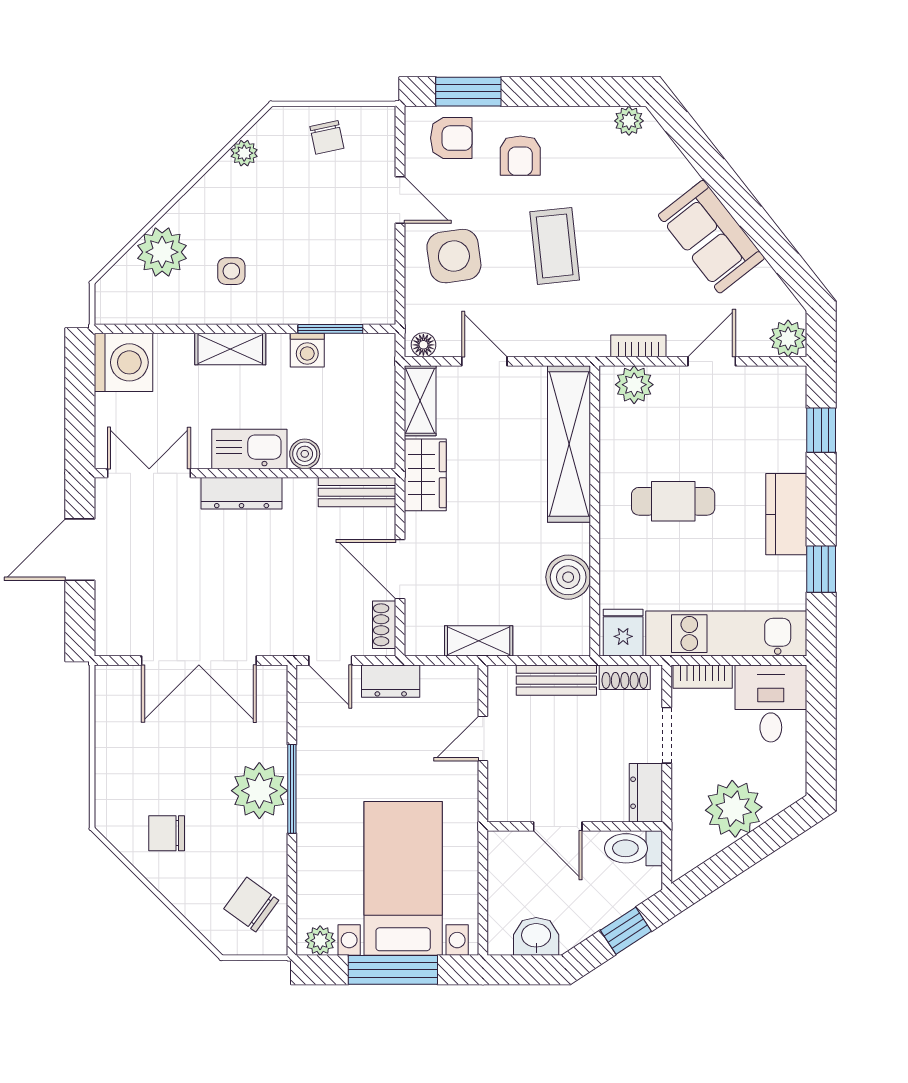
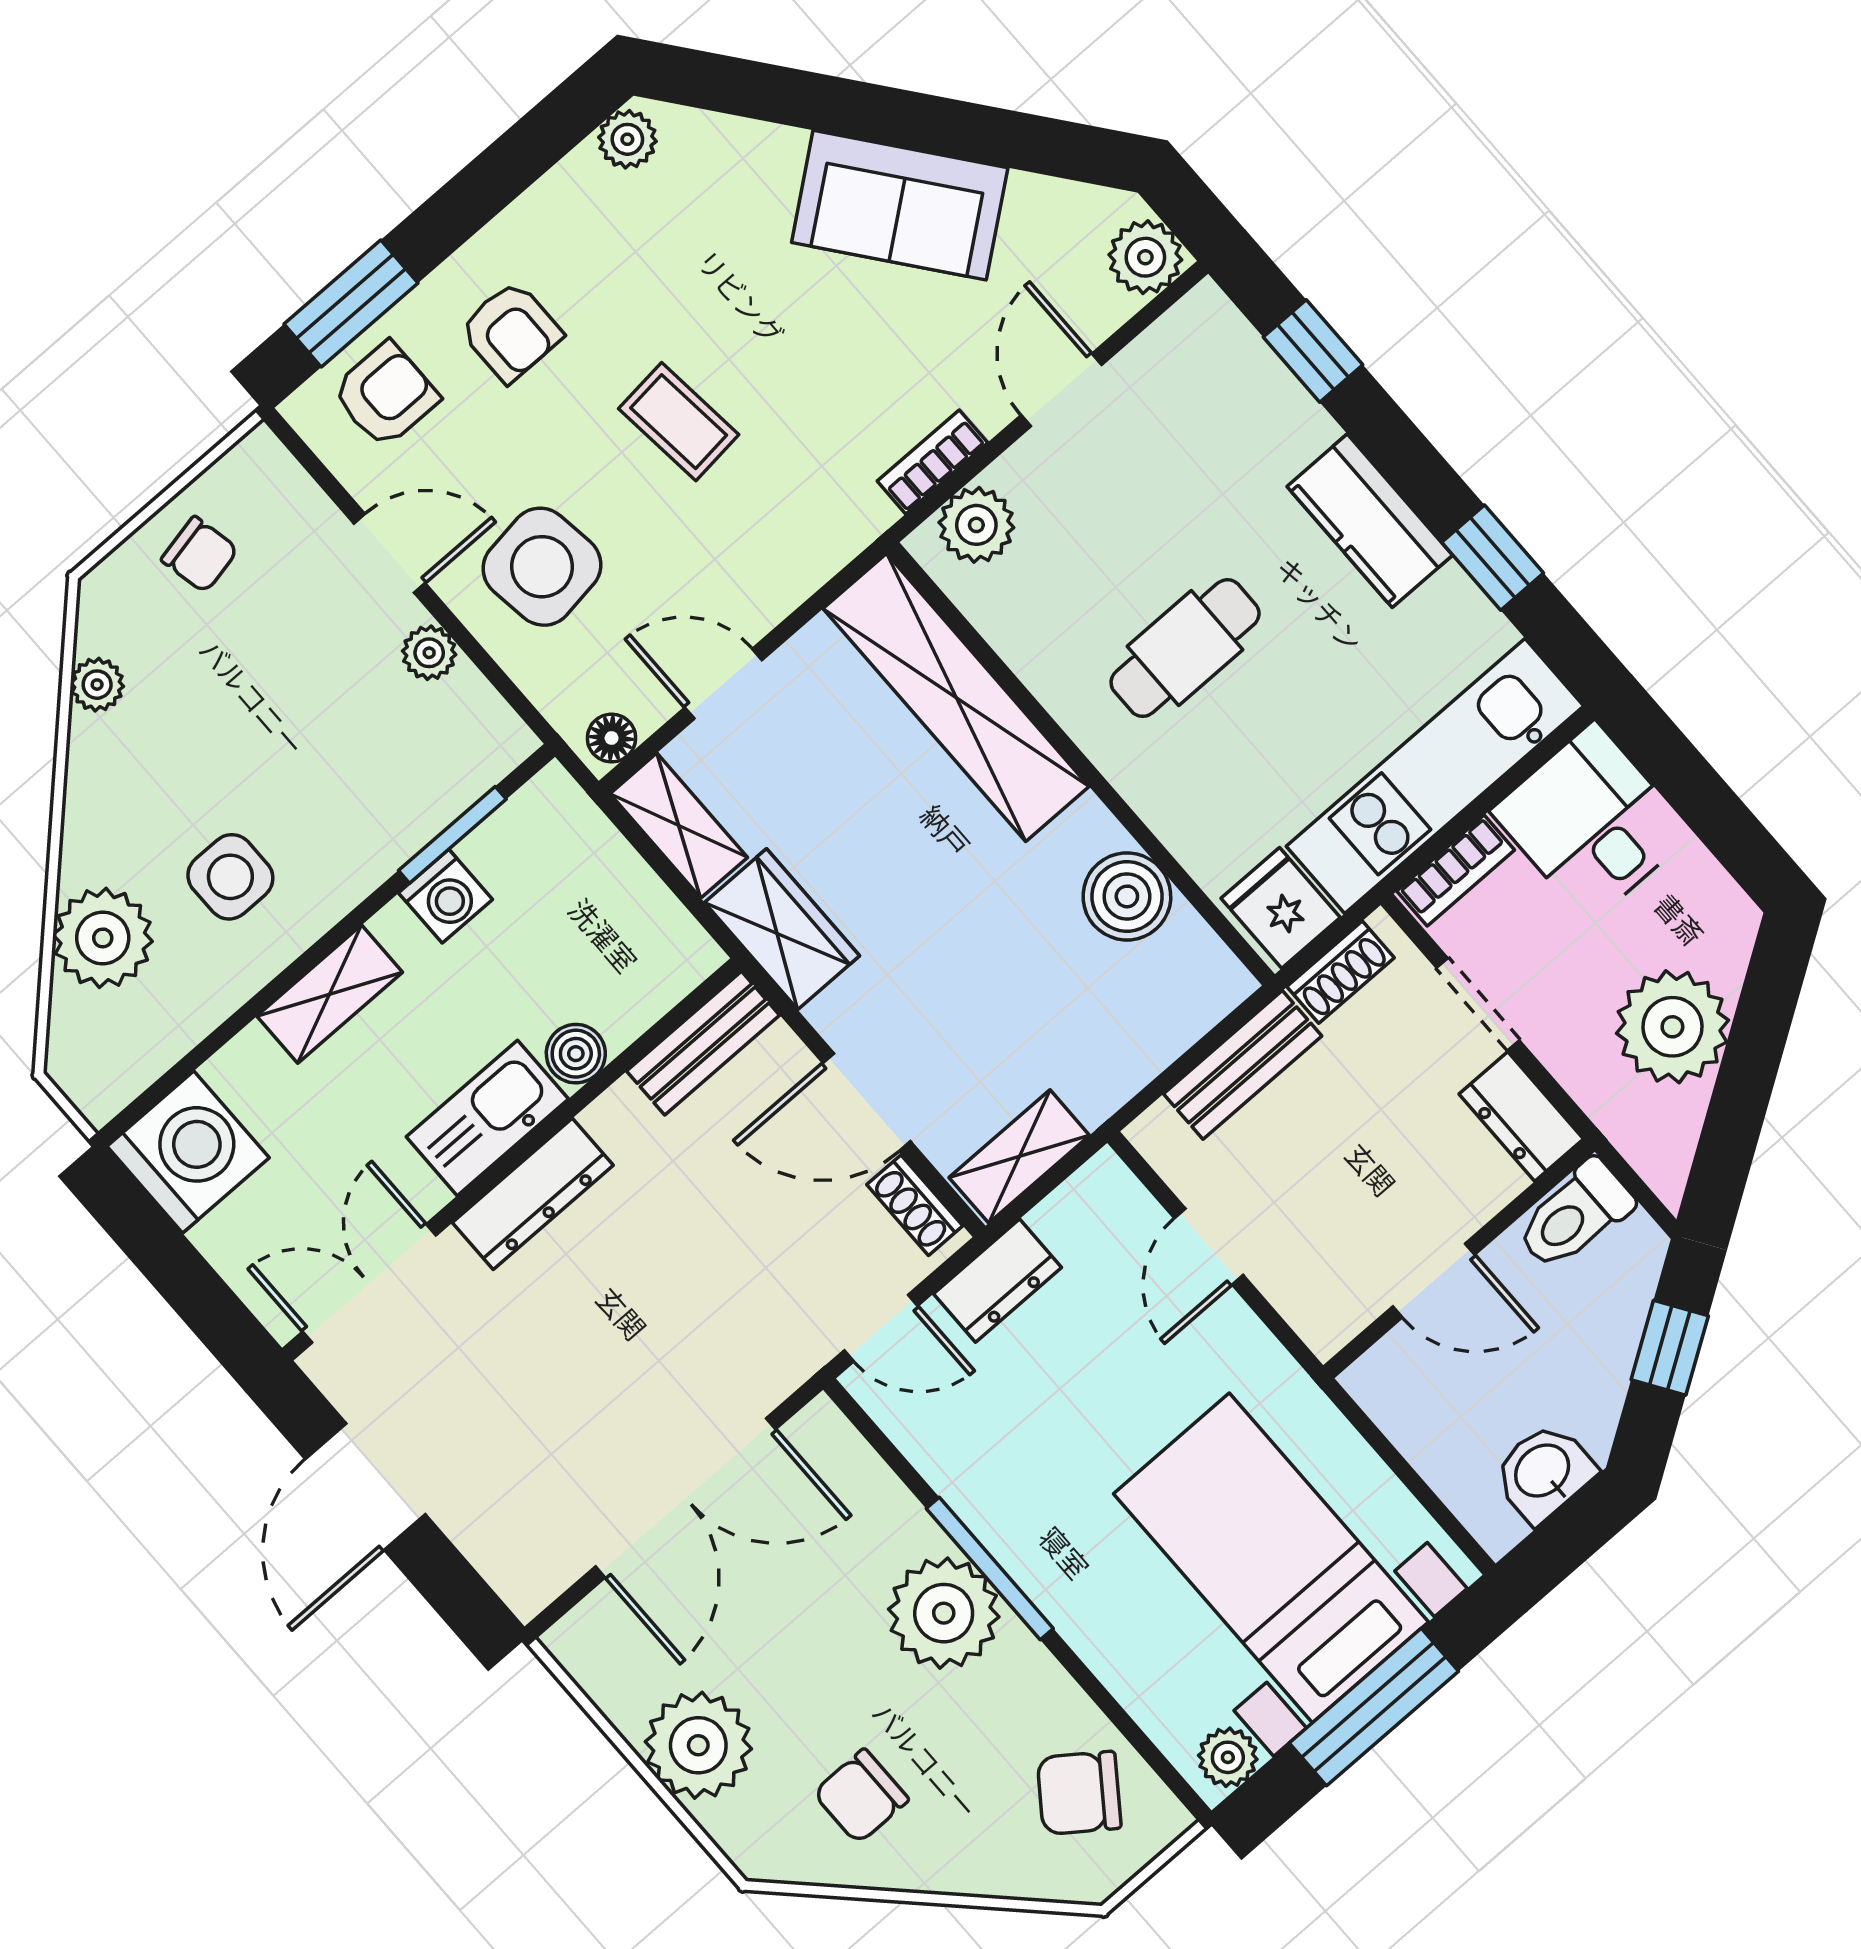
coffee table: (555, 246) -> (679, 422), width x0.73, depth x0.77
plant: (382, 251) -> (429, 653), added
side table: (231, 271) -> (230, 877), width x1.37, depth x1.37
shelving: (479, 641) -> (1019, 1156), moved
plant: (121, 760) -> (698, 1745), added

